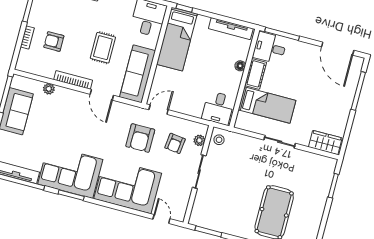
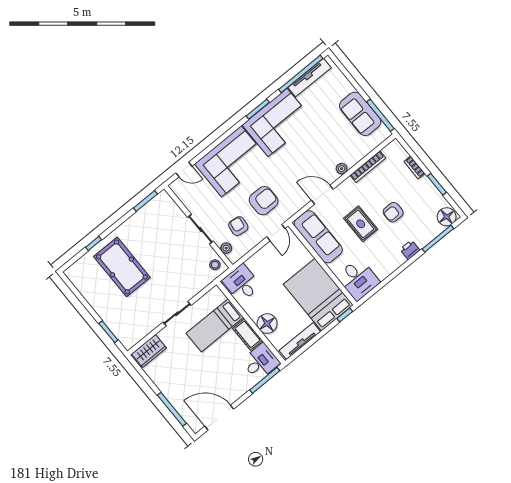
bed: (177, 39) -> (318, 295), width x1.50
armchair: (54, 41) -> (393, 212), moved, turned 180
floor lamp: (240, 66) -> (267, 324), width x1.89, depth x1.89
bookcase: (73, 80) -> (368, 167), moved
plant: (49, 89) -> (342, 169), moved
armchair: (140, 138) -> (264, 201), turned 90

